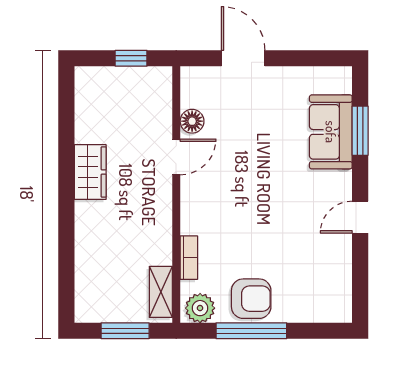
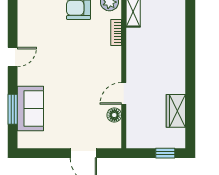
window: (131, 58) -> (165, 153), moved
wardrobe: (90, 172) -> (176, 111), moved

